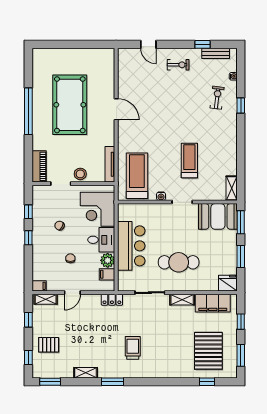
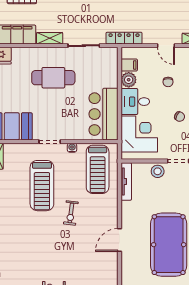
exercise bike: (217, 98) -> (71, 213), moved
door: (116, 109) -> (119, 240), hinge flipped
treadmill: (189, 160) -> (42, 186), width x1.37, depth x1.38
bar counter: (131, 246) -> (104, 114), moved
door: (72, 293) -> (166, 46), swing flipped
locker: (112, 300) -> (124, 38), width x1.53

